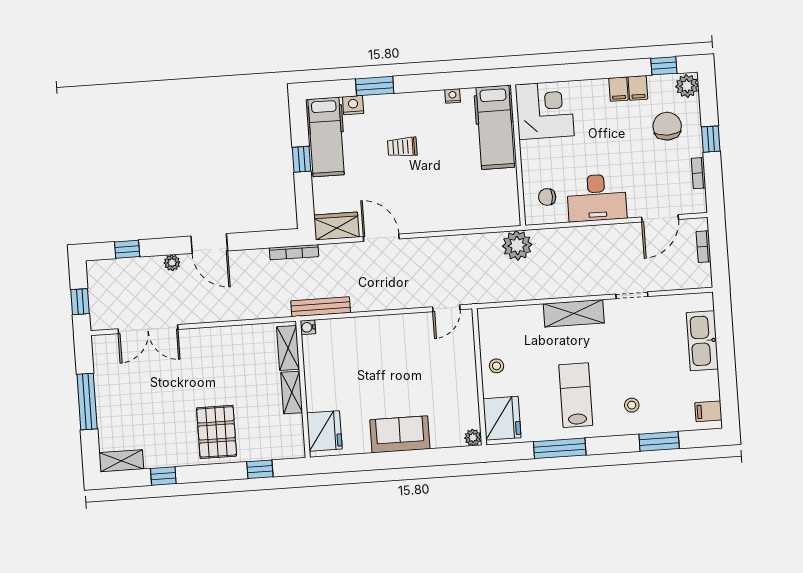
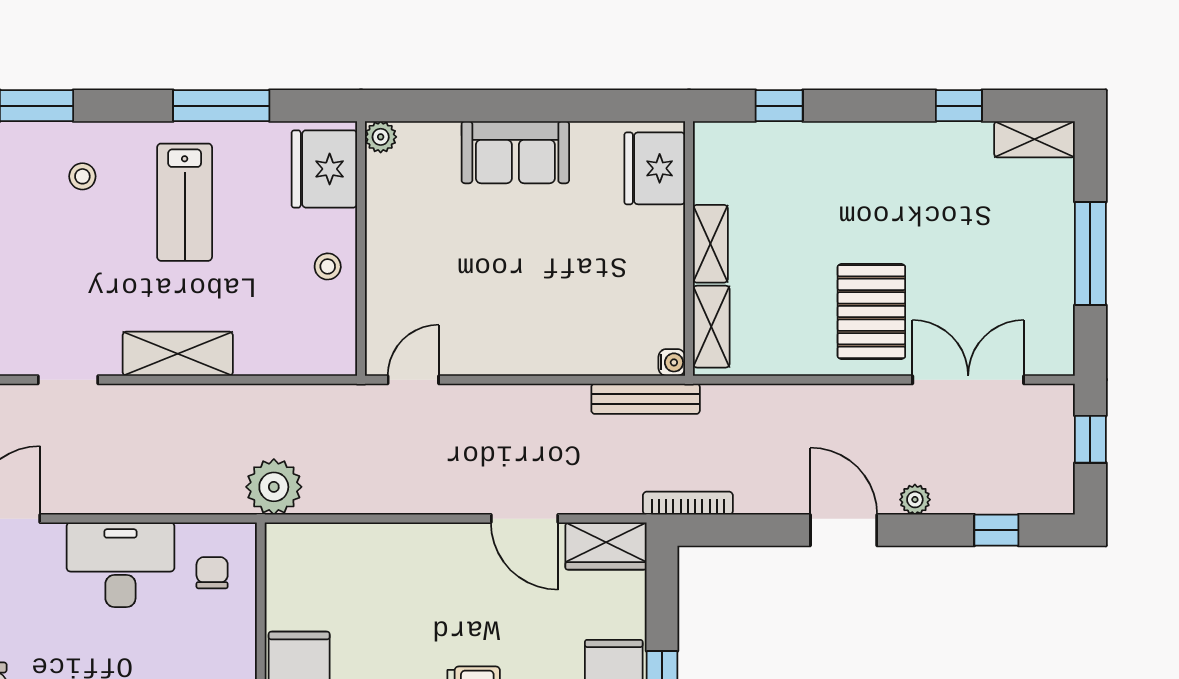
chair: (547, 197) -> (212, 573), turned -90
pallet: (217, 432) -> (871, 312), moved

